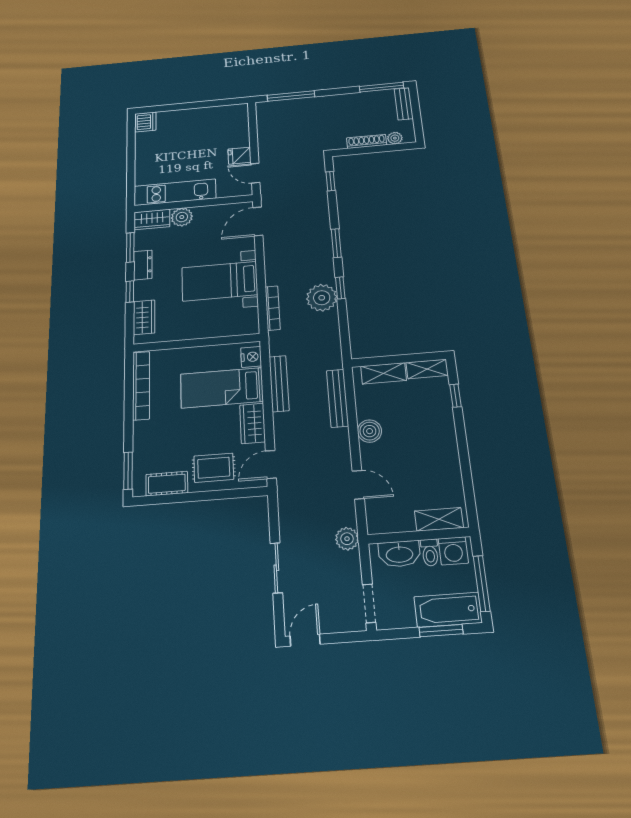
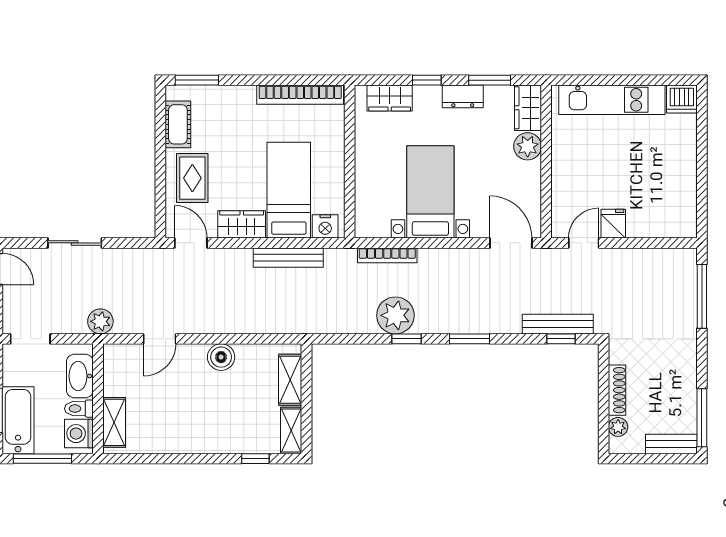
kitchen unit: (175, 192) -> (612, 100), moved, turned 90
bench: (338, 398) -> (558, 324), moved

